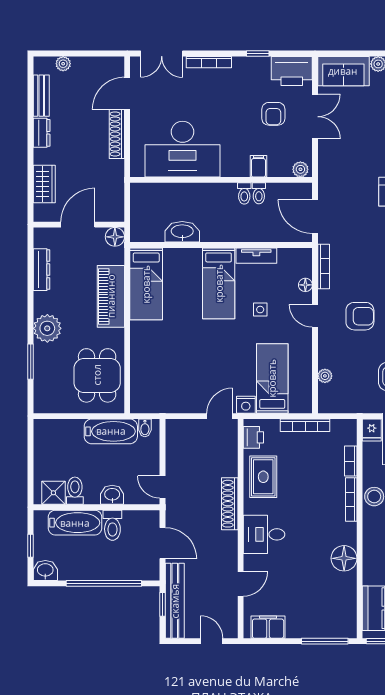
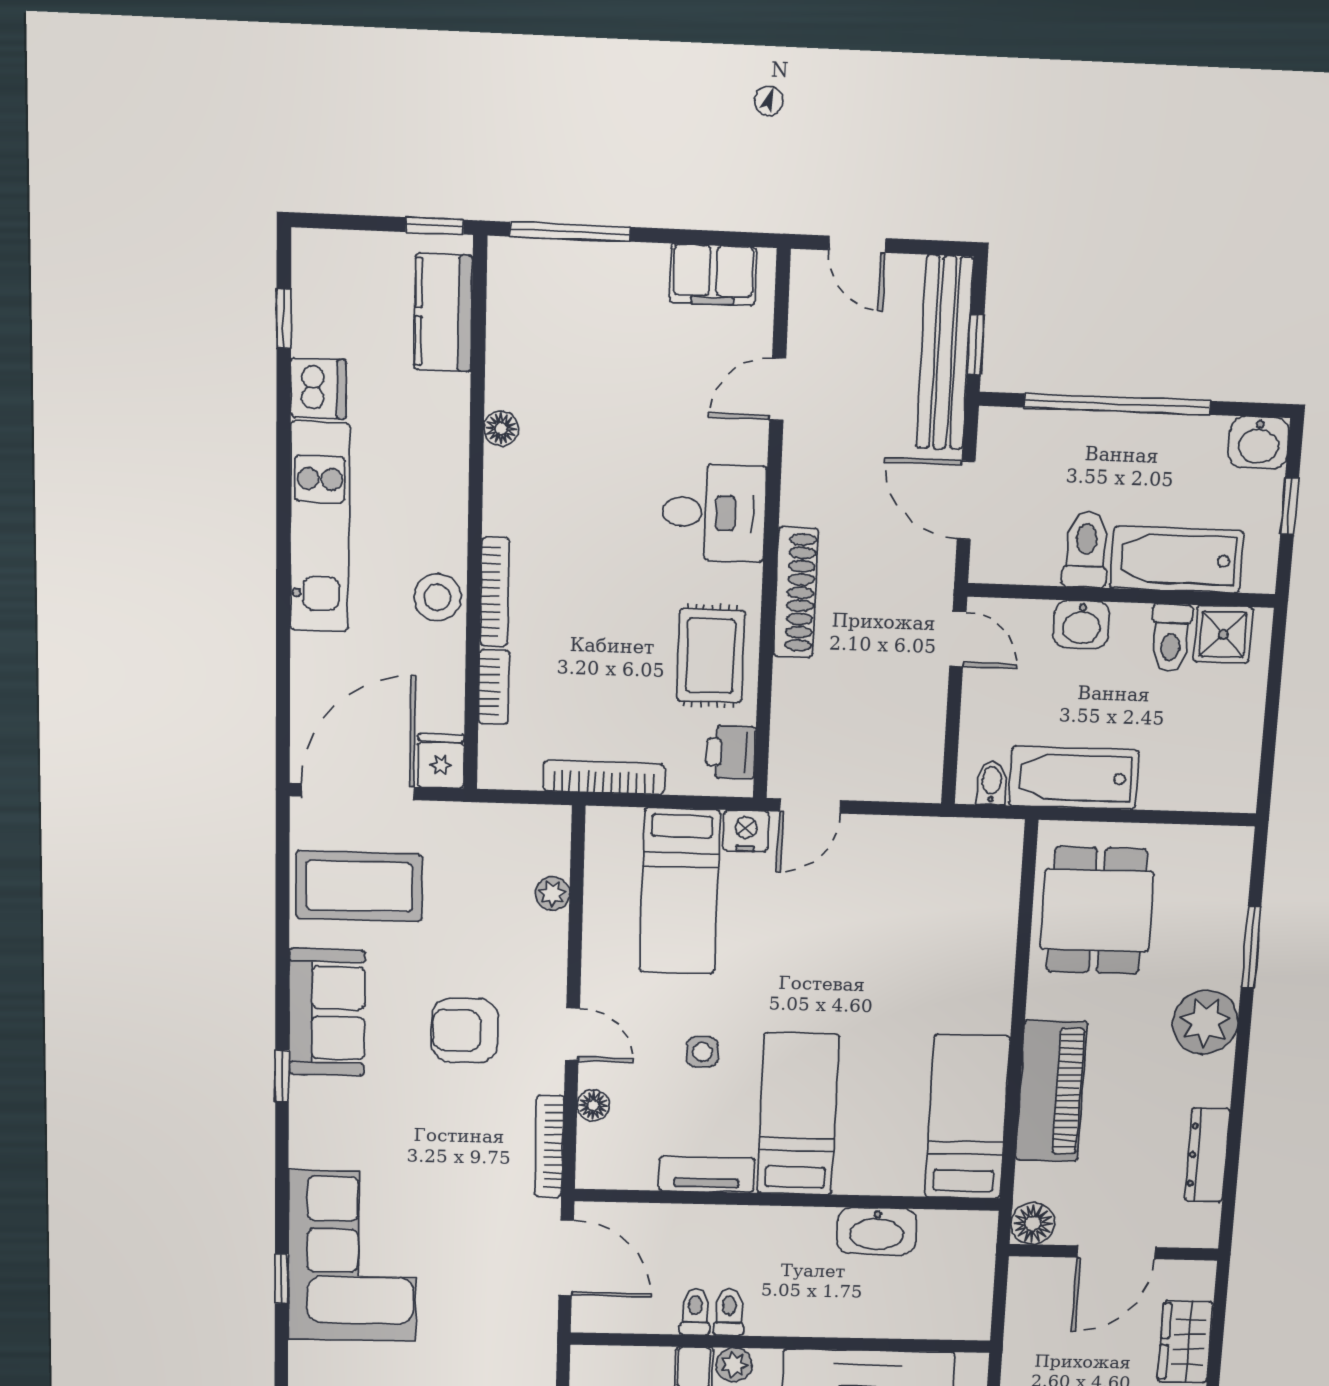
plant: (300, 169) -> (734, 1365), moved
floor lamp: (344, 558) -> (501, 429), width x0.53, depth x0.53

